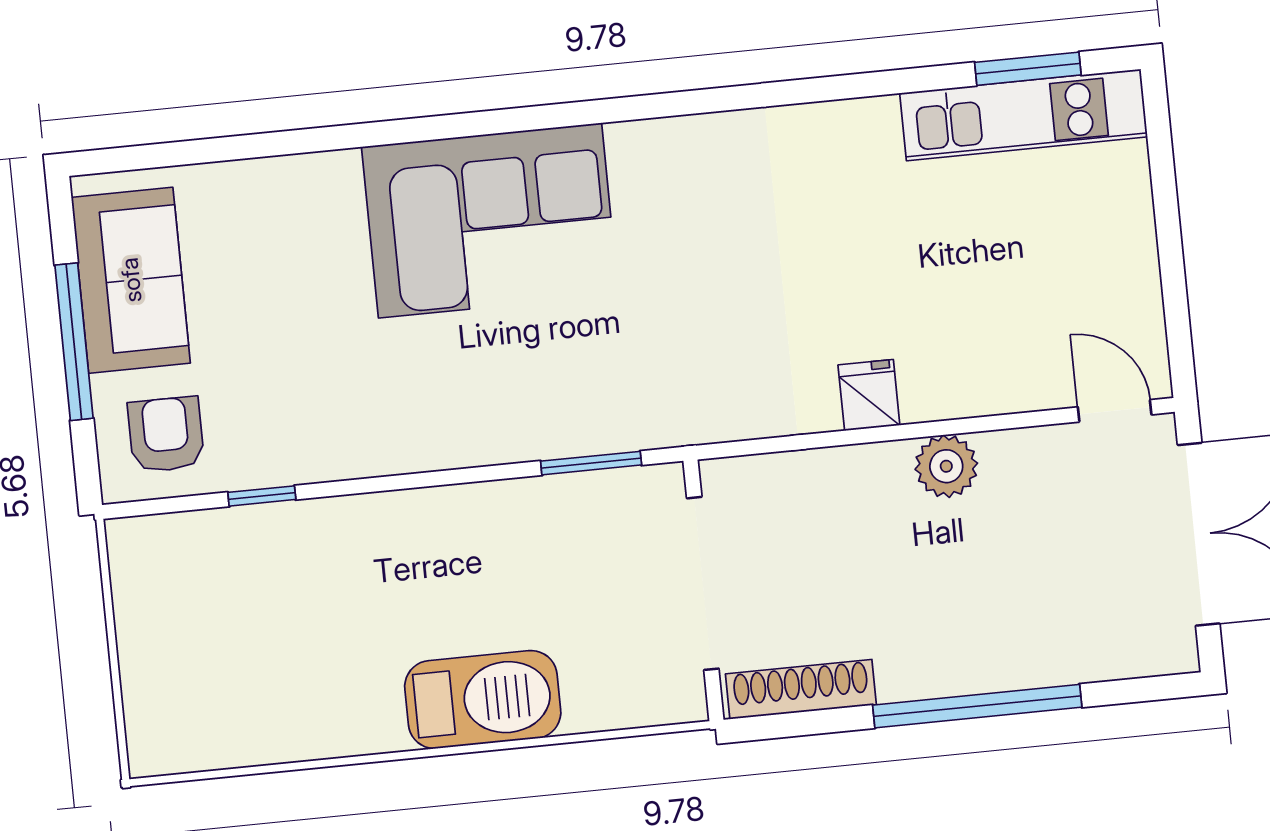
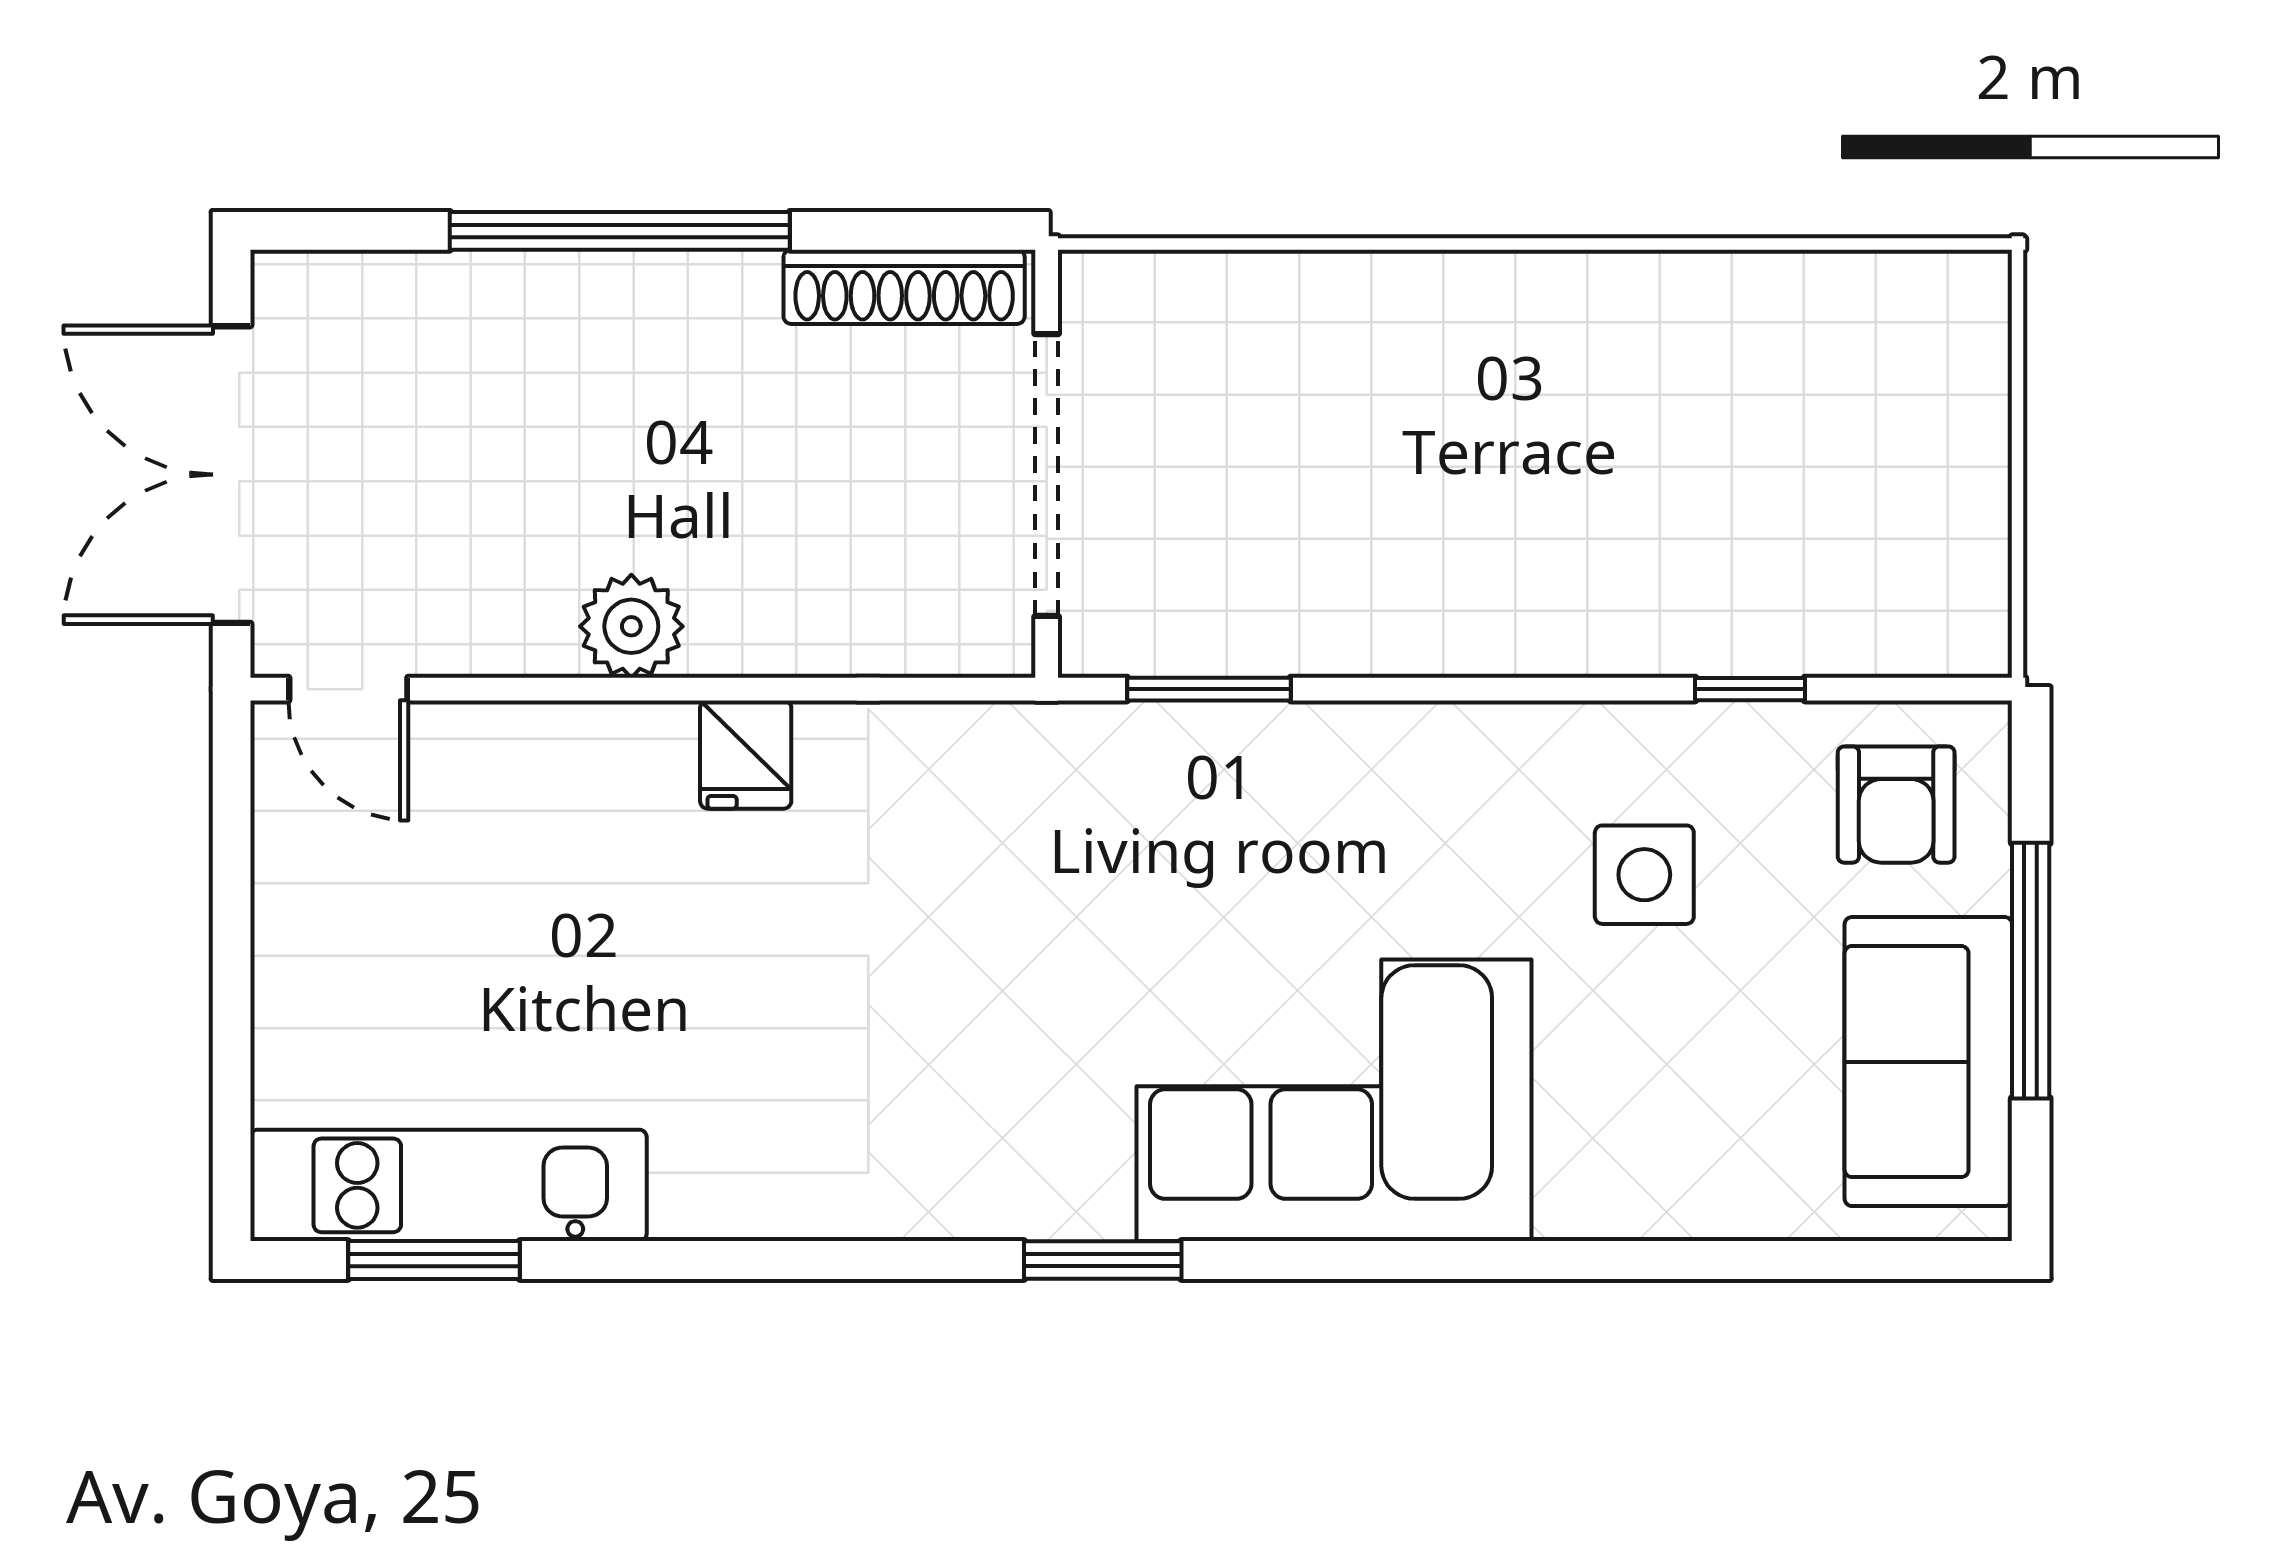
window: (621, 109) -> (1103, 1260), added
side table: (315, 377) -> (1644, 875), added
barbecue: (483, 700) -> (1424, 322), removed

